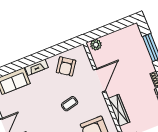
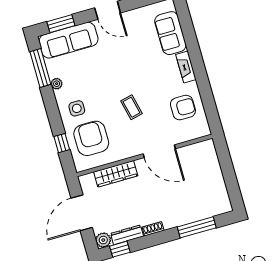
plant: (96, 45) -> (208, 151), removed
armchair: (66, 66) -> (183, 108), turned 145

